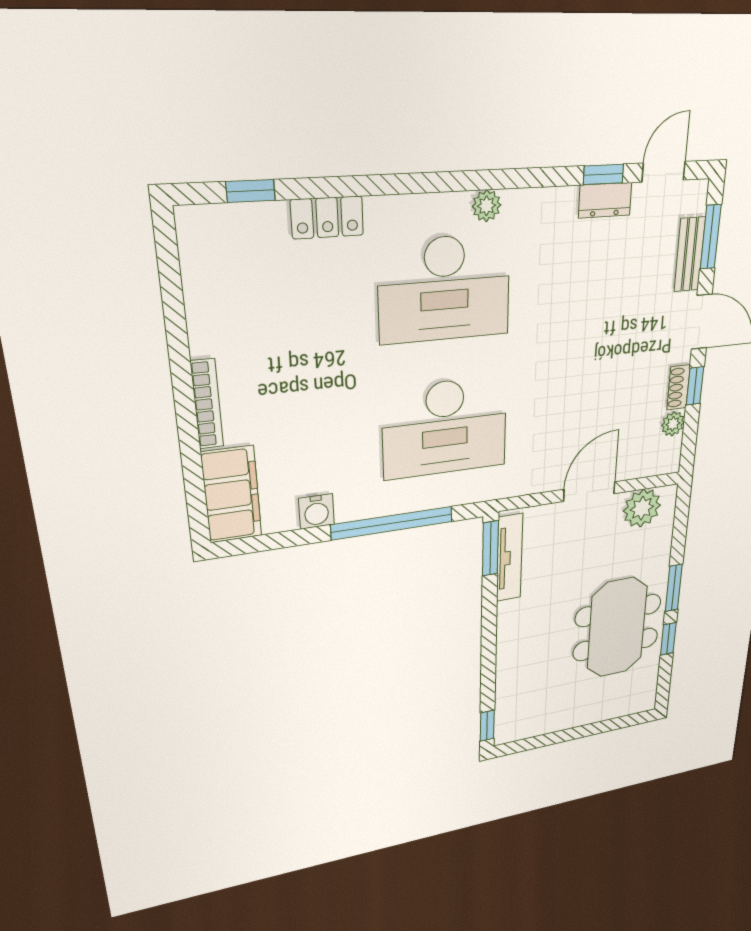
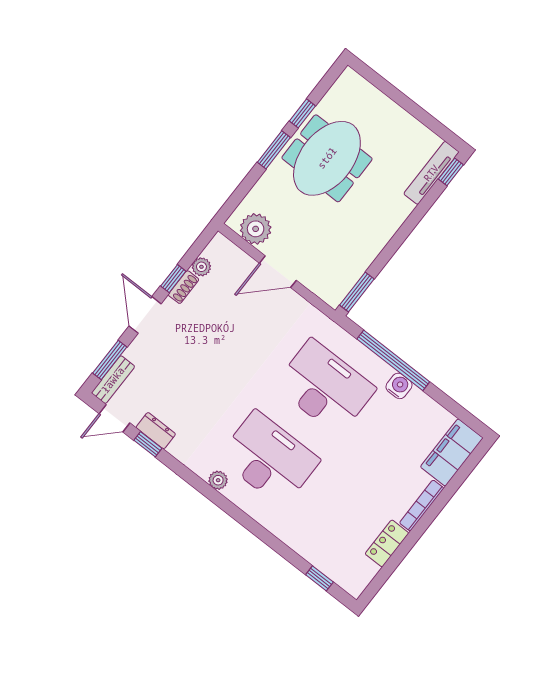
locker: (327, 218) -> (387, 543), moved, turned -90
bench: (690, 255) -> (113, 380), moved
water cooler: (316, 511) -> (399, 386), moved
tv unit: (509, 558) -> (431, 173), moved

